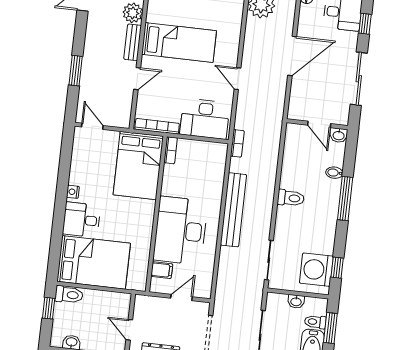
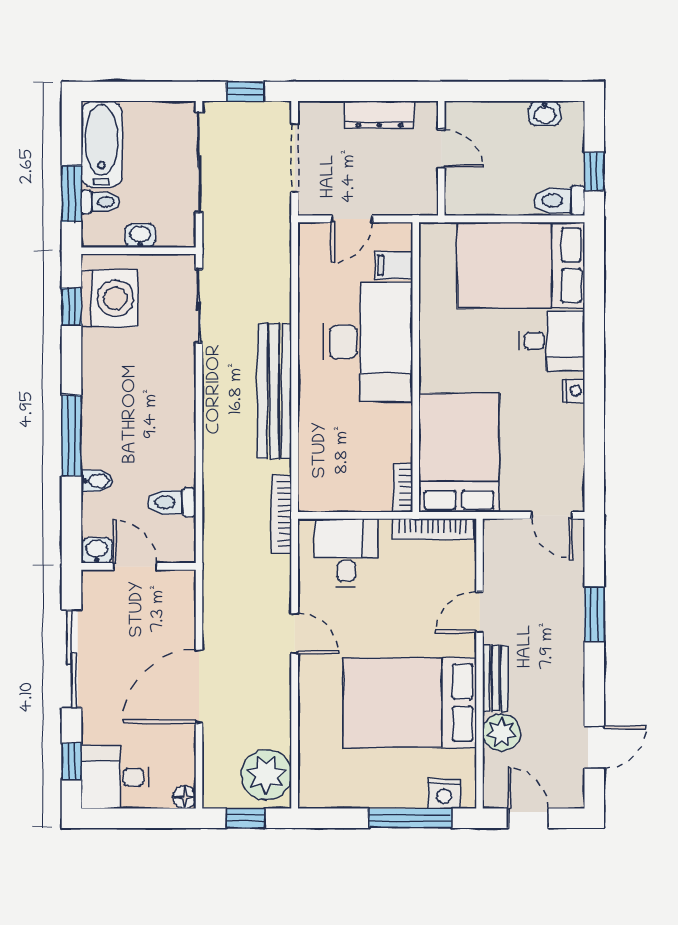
bed: (179, 42) -> (410, 703), width x1.50
desk: (205, 119) -> (346, 553), width x0.73
bookcase: (237, 143) -> (281, 514), width x1.56
toilet: (291, 198) -> (172, 502), moved

